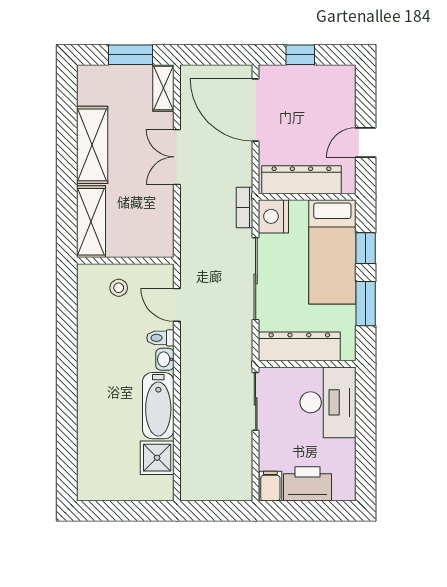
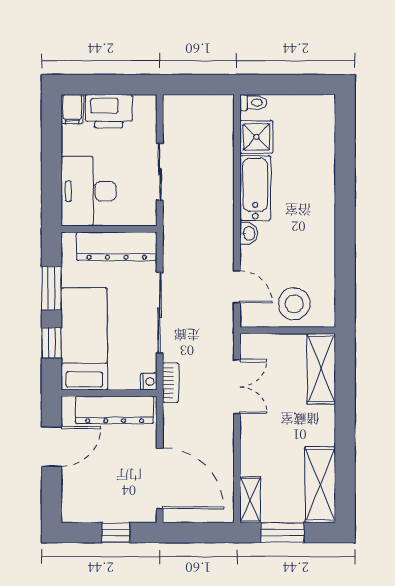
door: (366, 142) -> (52, 446), width x1.38
shelving: (92, 145) -> (320, 485), moved
double door: (177, 157) -> (237, 387), moved
nightstand: (273, 216) -> (149, 382), width x0.53, depth x0.56
stool: (119, 288) -> (294, 304), width x1.89, depth x1.89
toilet: (160, 338) -> (253, 102), moved
sliding door: (256, 401) -> (160, 172), moved
filing cabinet: (270, 486) -> (72, 109), moved

